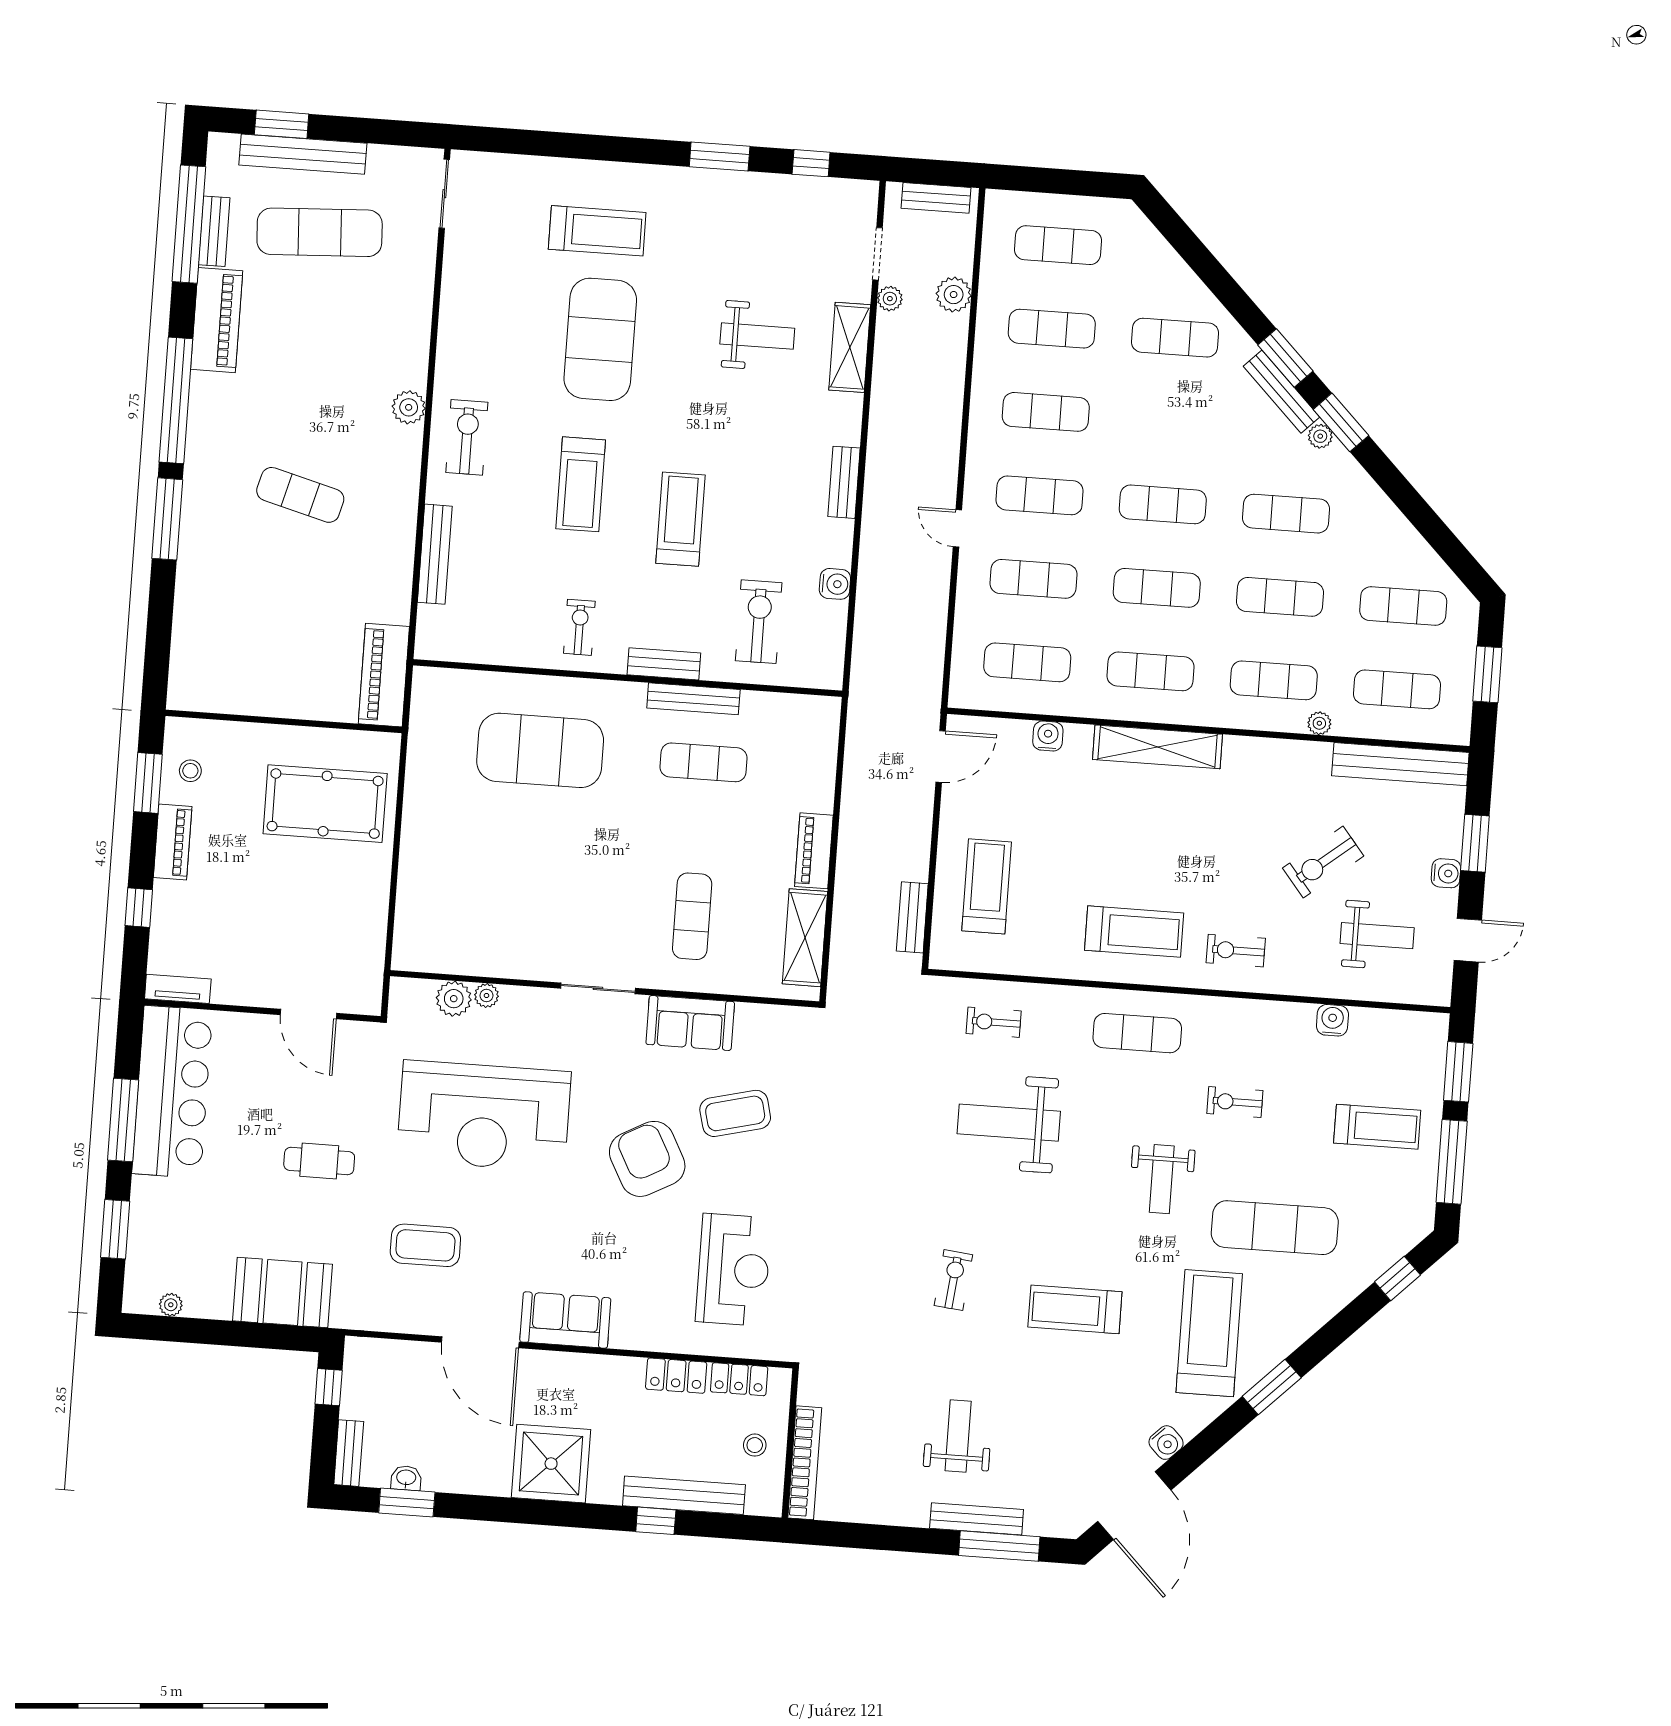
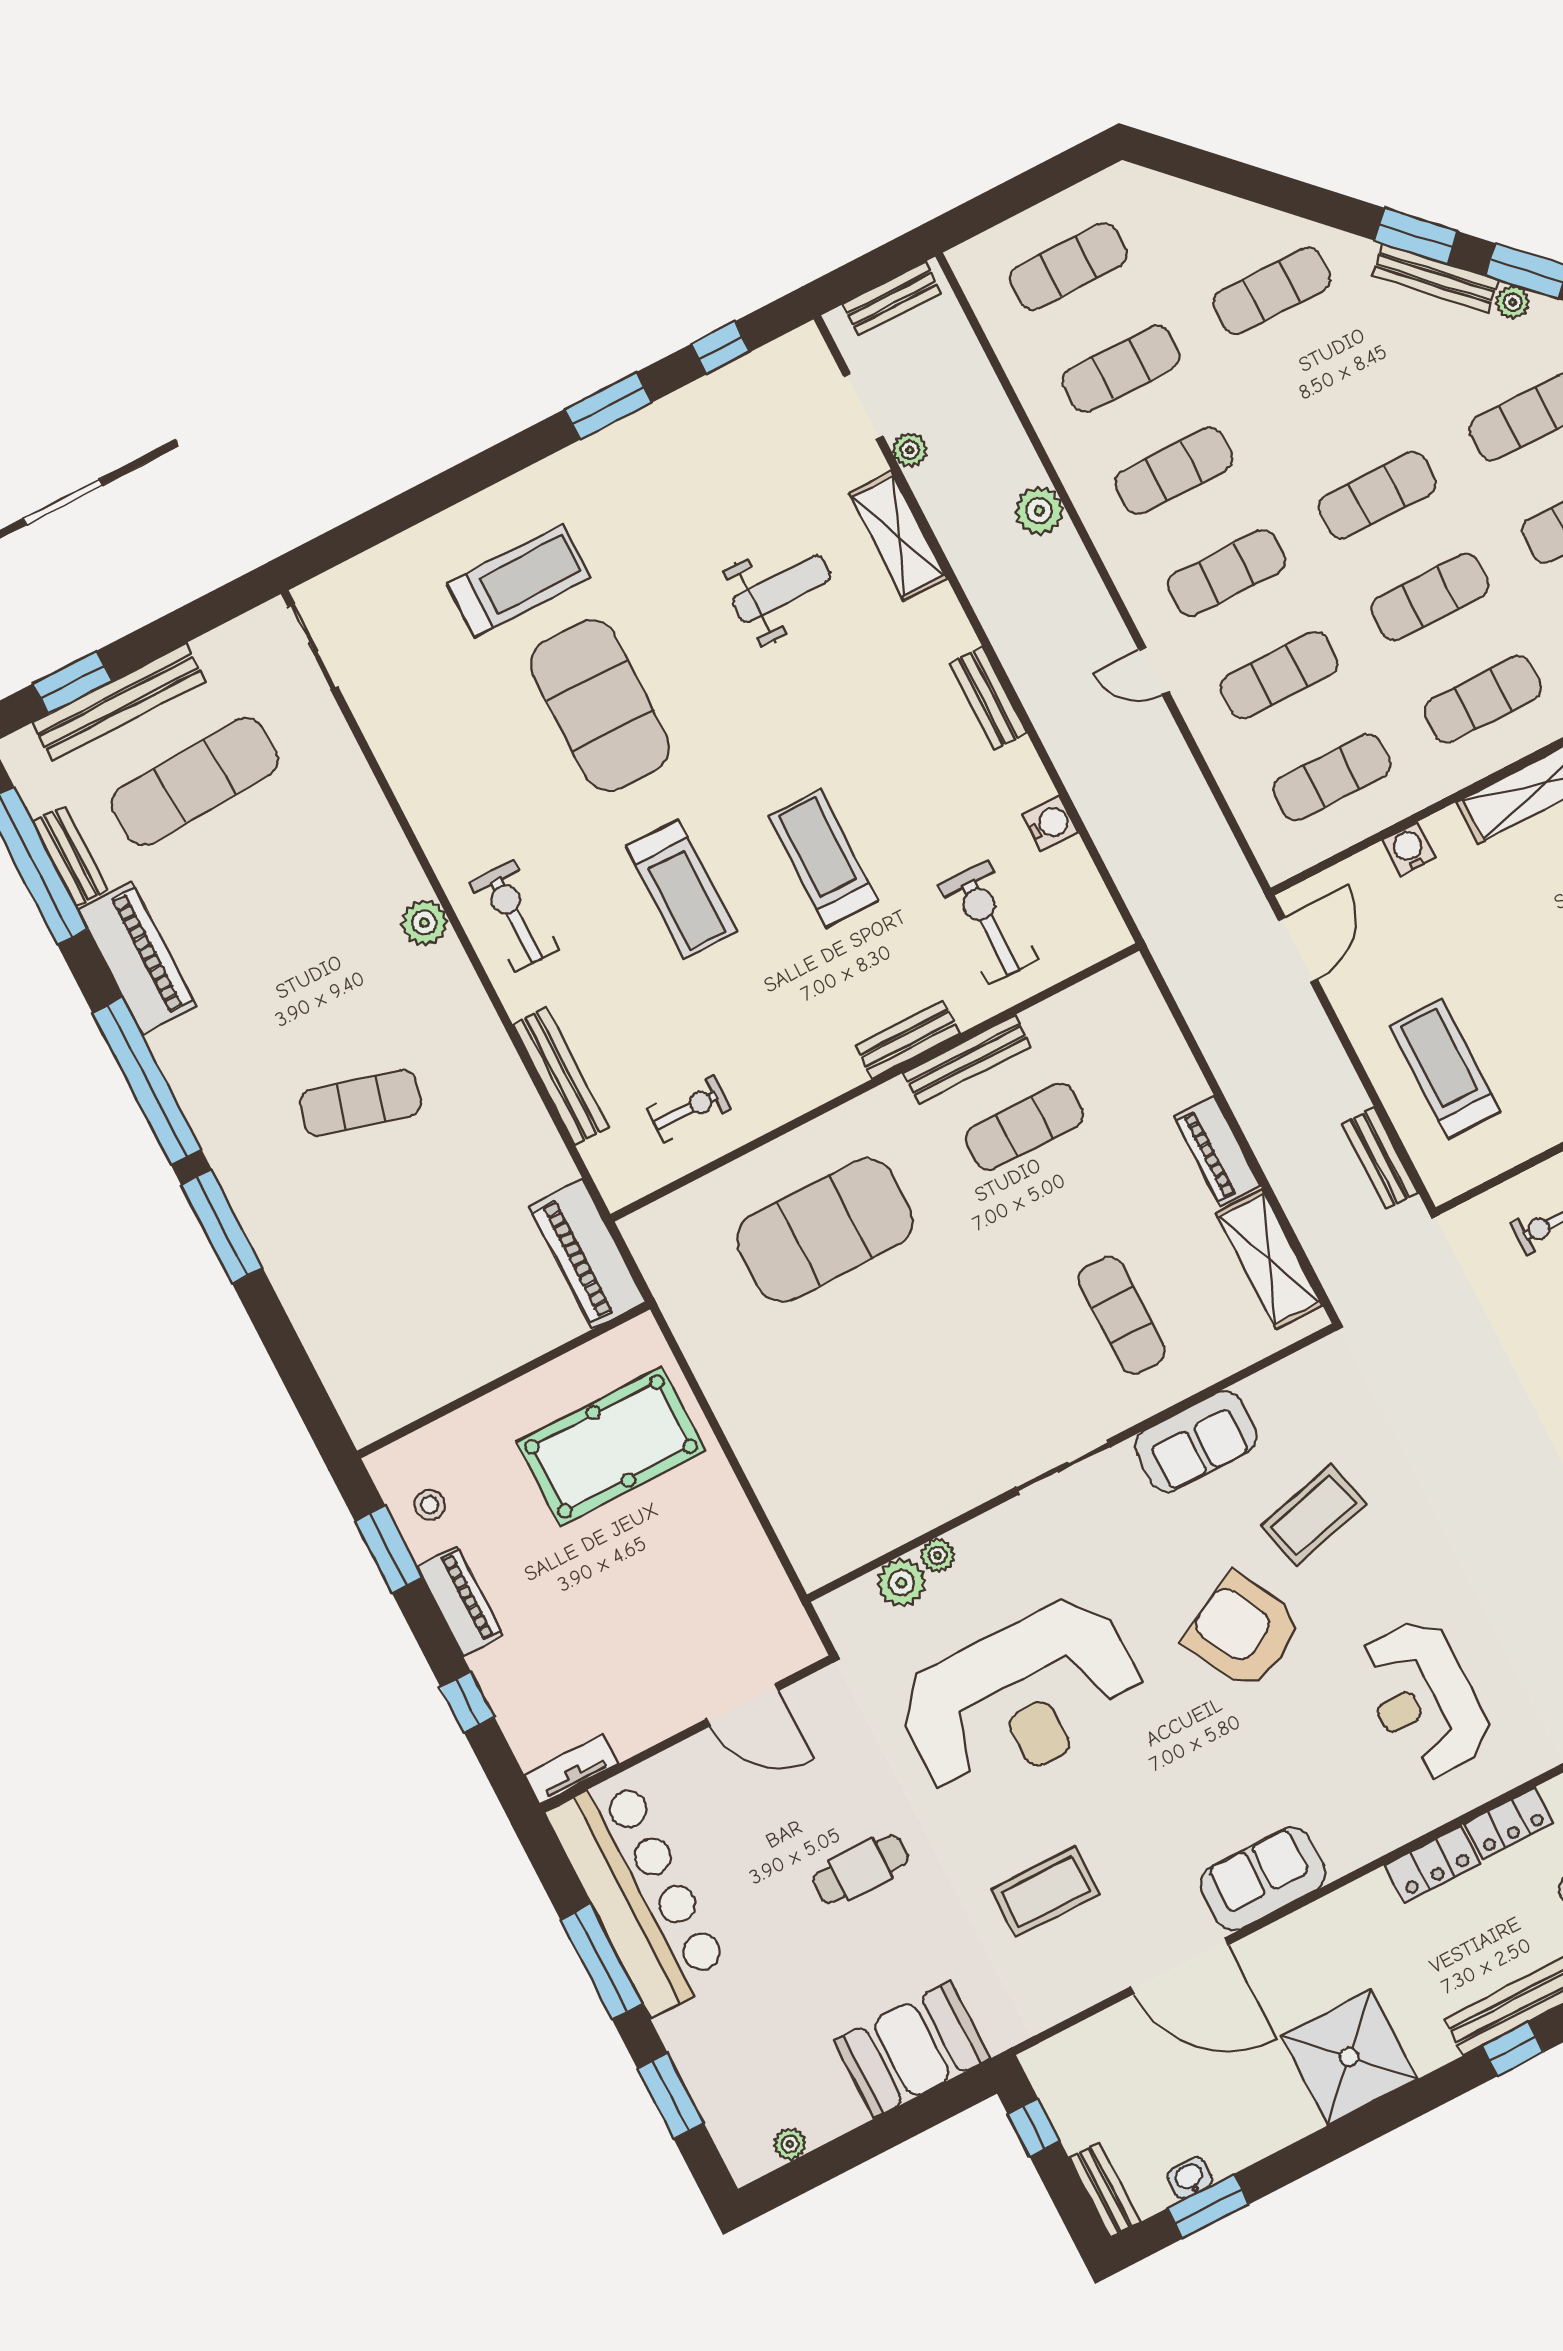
plant: (954, 295) -> (1039, 511), moved
exercise bike: (579, 627) -> (689, 1109), moved, turned 90
reception desk: (733, 1270) -> (1424, 1699), turned 180

